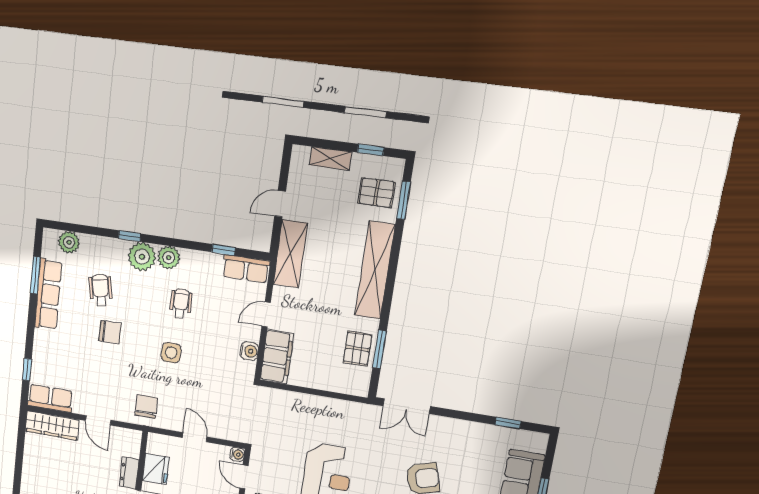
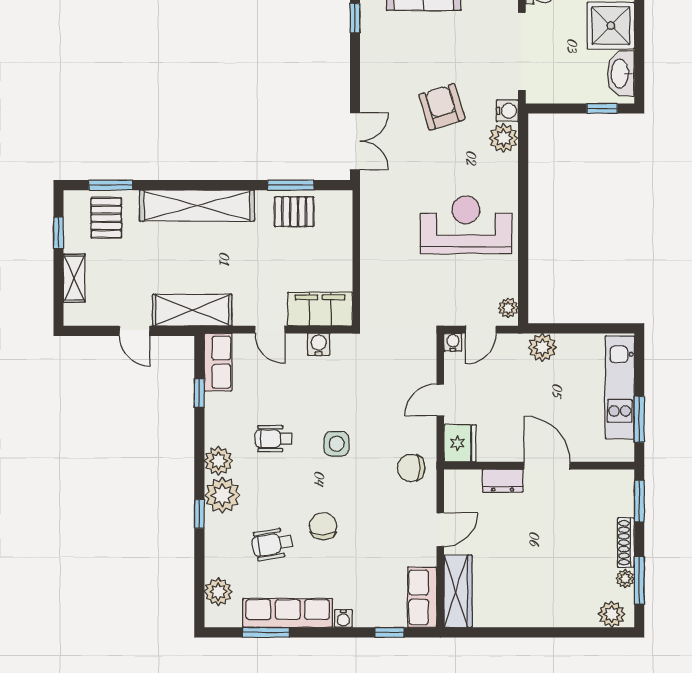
water cooler: (40, 336) -> (343, 619), added
fridge: (156, 469) -> (460, 443), moved, turned 90

